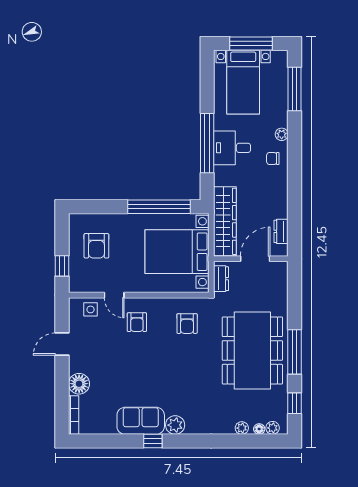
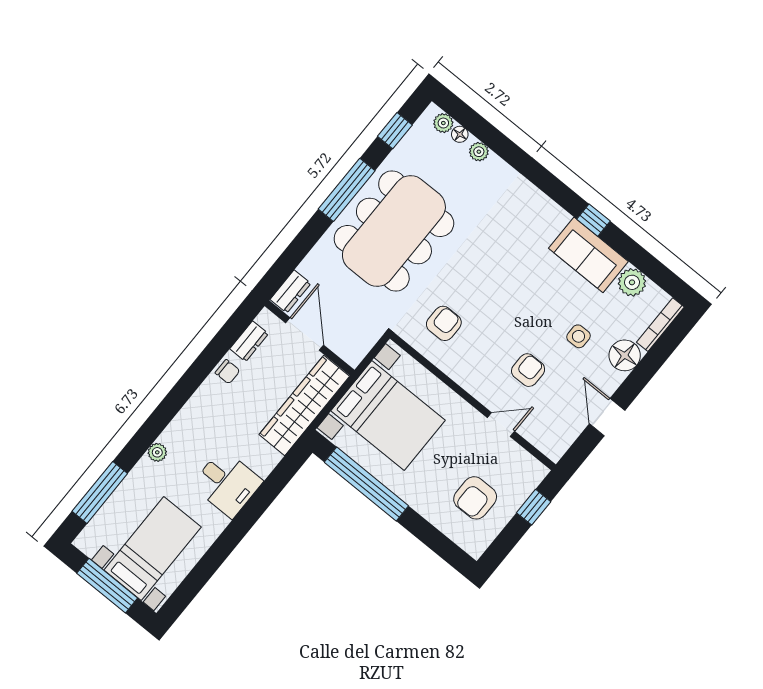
window: (207, 143) -> (251, 512), removed
chair: (273, 159) -> (228, 372), moved
armchair: (96, 246) -> (475, 498), turned 180
door: (255, 259) -> (305, 334), swing flipped
dresser: (221, 279) -> (290, 291), moved, turned 180
door: (114, 295) -> (501, 425), hinge flipped
side table: (91, 309) -> (578, 336), moved
armchair: (137, 322) -> (528, 370), moved
door: (62, 344) -> (607, 417), swing flipped
plant: (175, 425) -> (632, 282), moved

